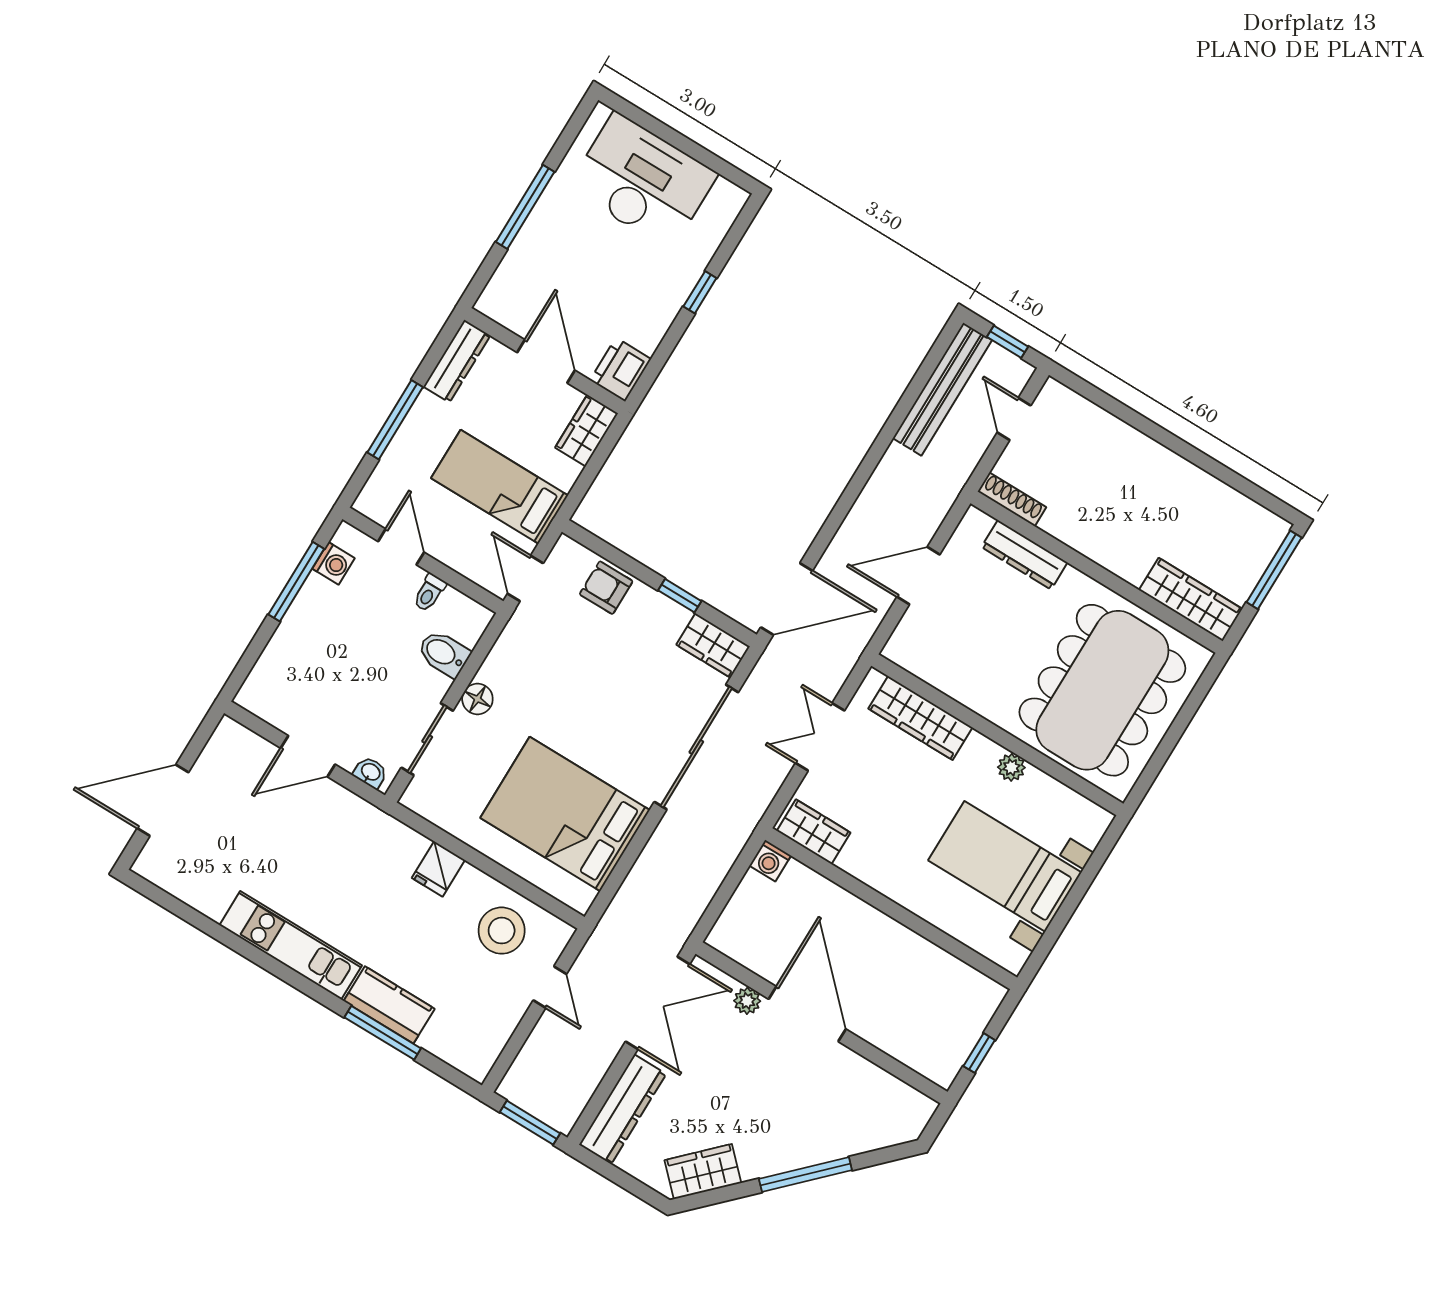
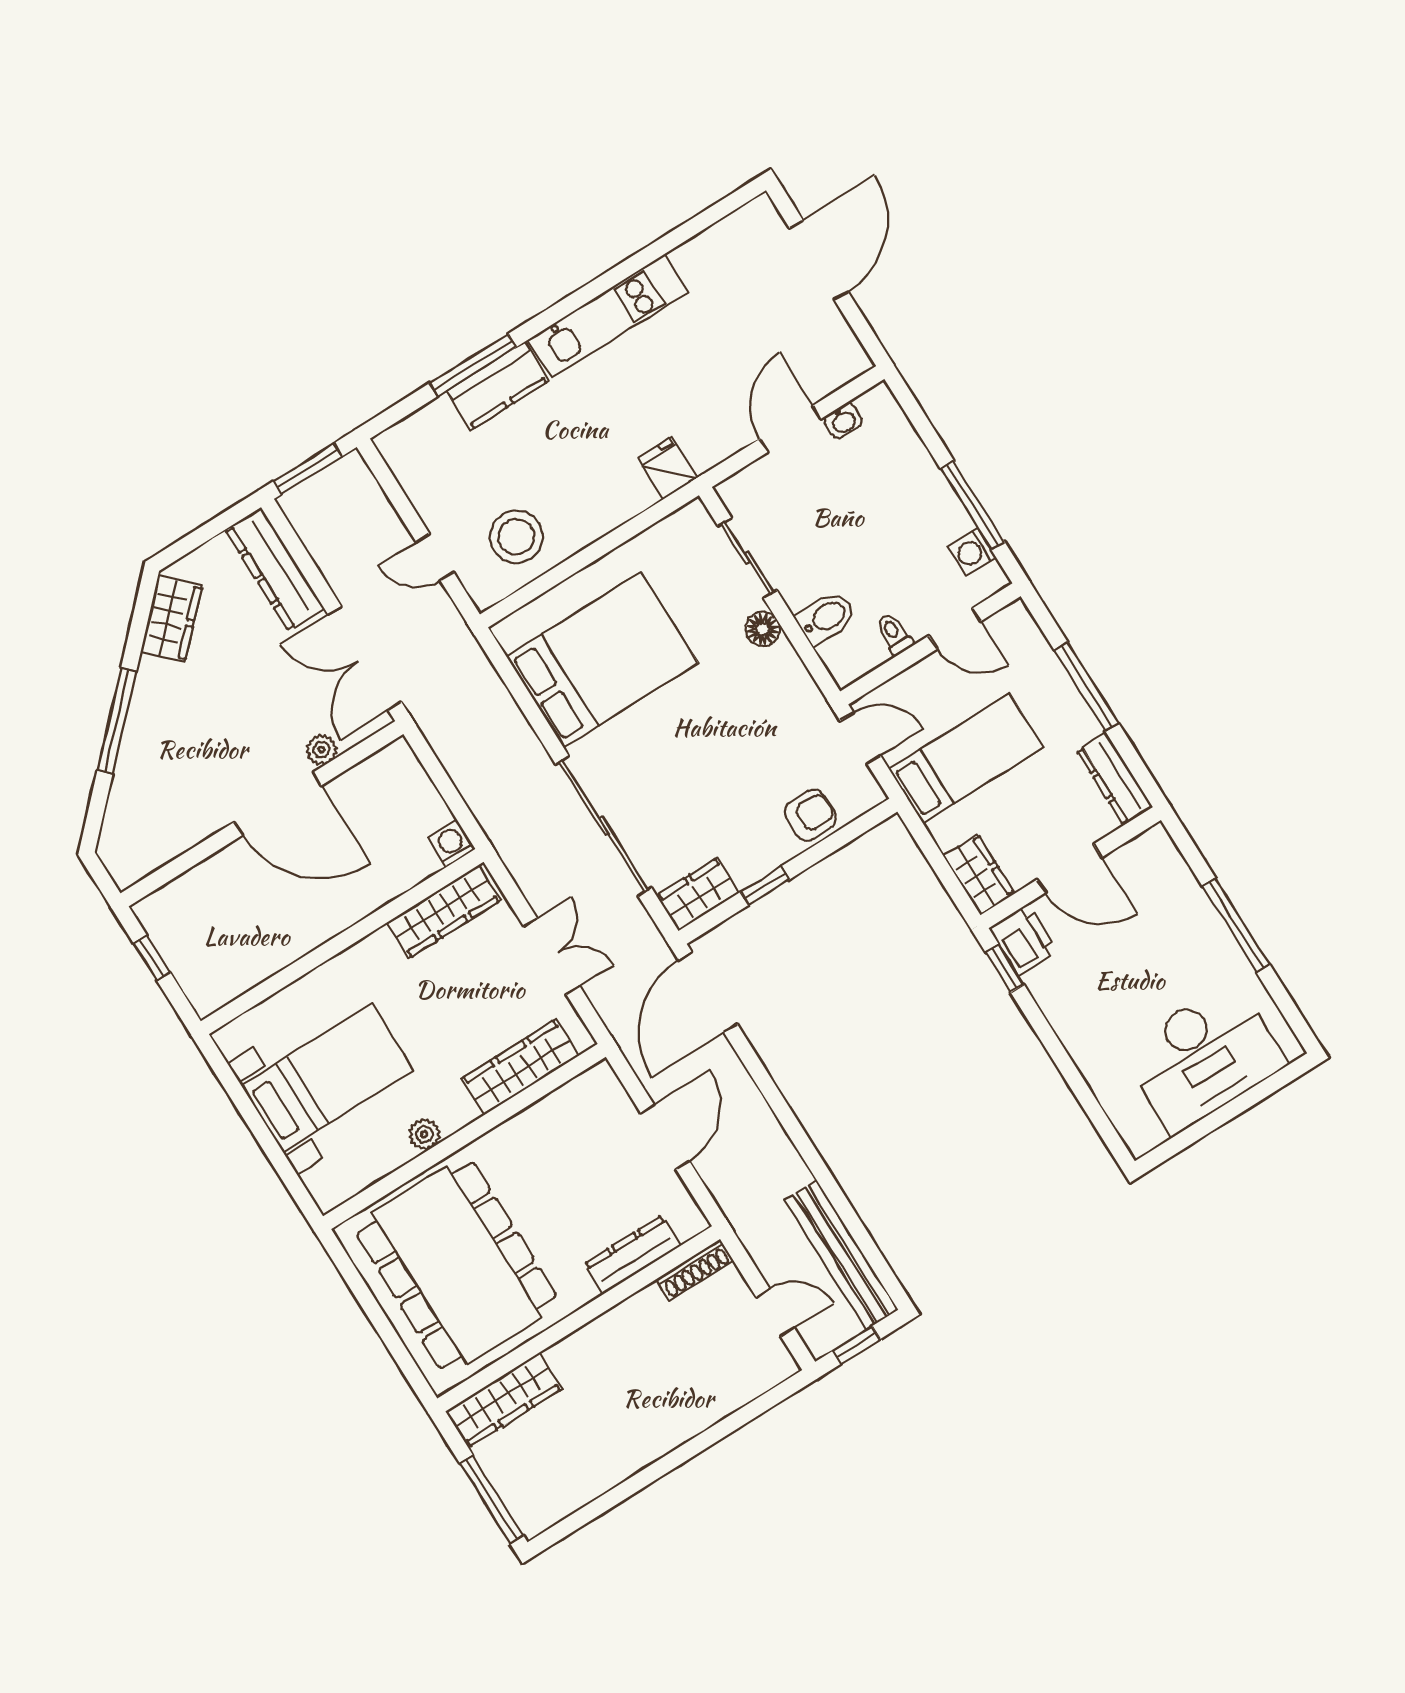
window: (700, 292) -> (1005, 969), moved
washbasin: (370, 772) -> (843, 421), moved
wardrobe: (814, 832) -> (444, 912), width x1.50
fridge: (438, 869) -> (668, 468), moved

